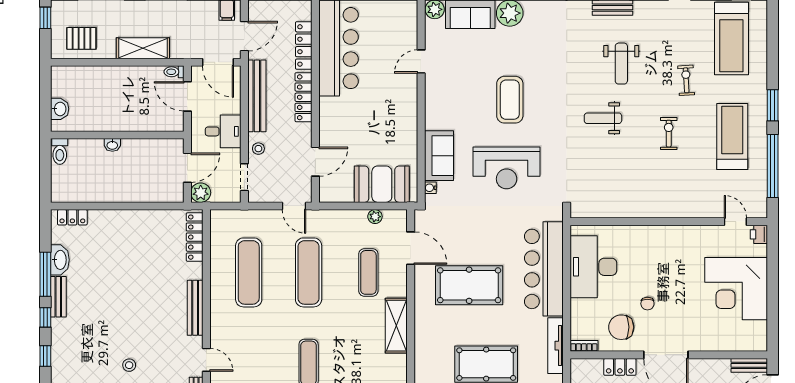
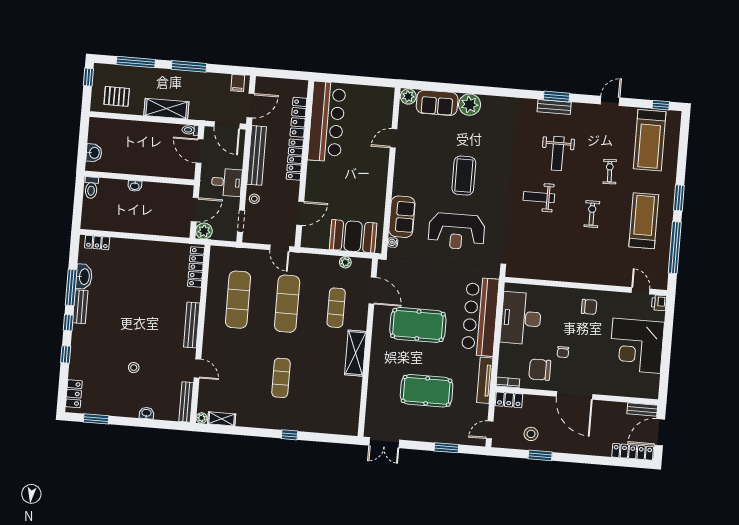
chair: (675, 246) -> (589, 307), added
locker: (620, 367) -> (509, 400), moved

